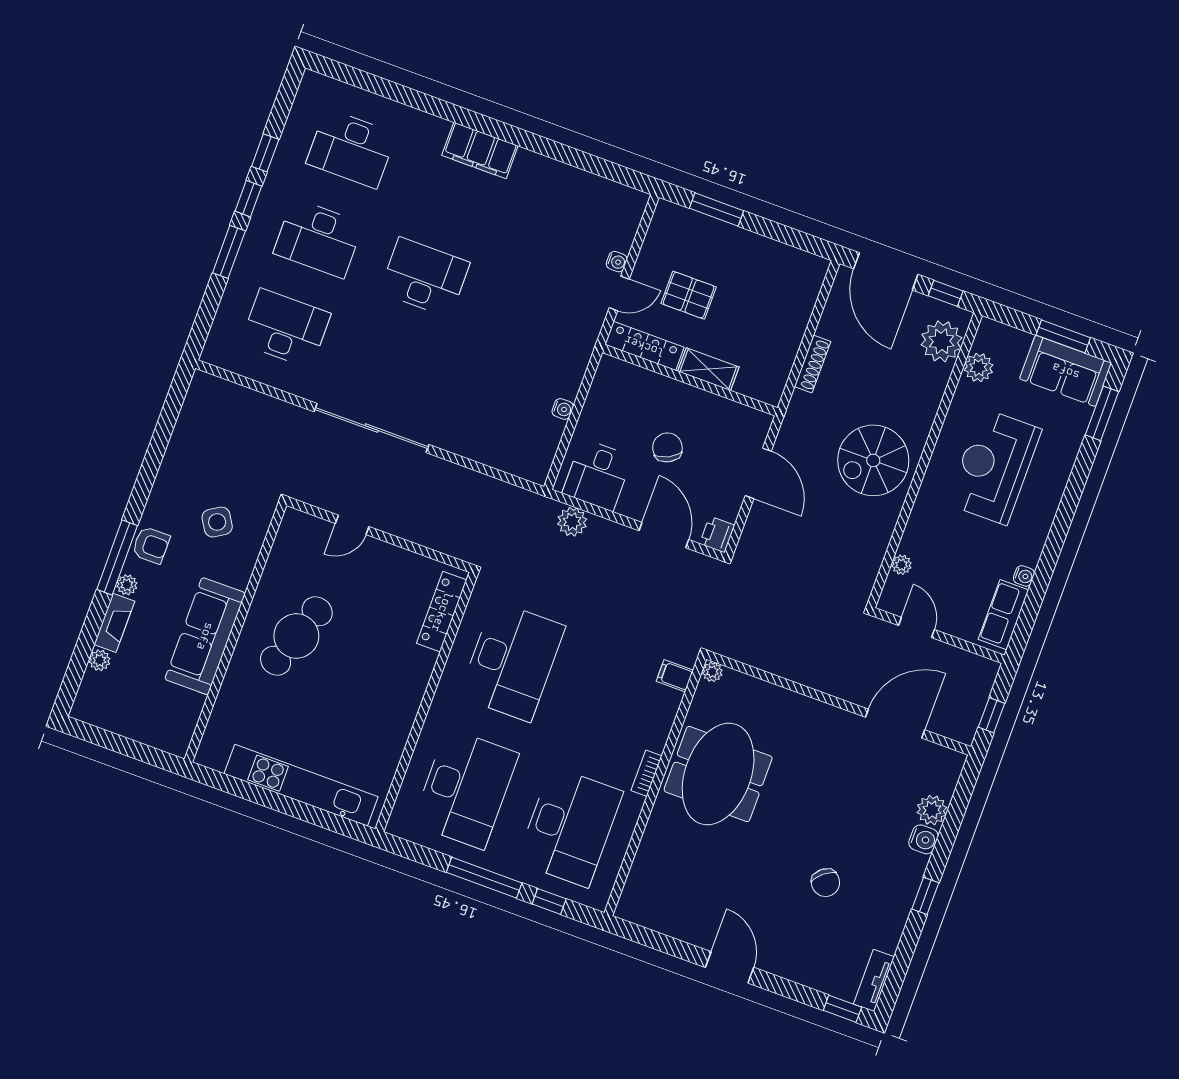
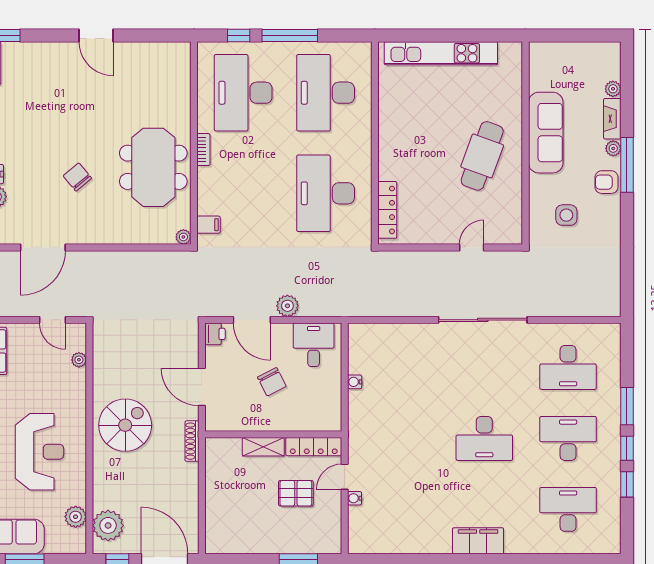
shoe rack: (813, 364) -> (192, 441), moved
side table: (217, 522) -> (566, 215), turned 32
plant: (572, 522) -> (287, 306), moved
chair: (826, 883) -> (77, 177), moved

